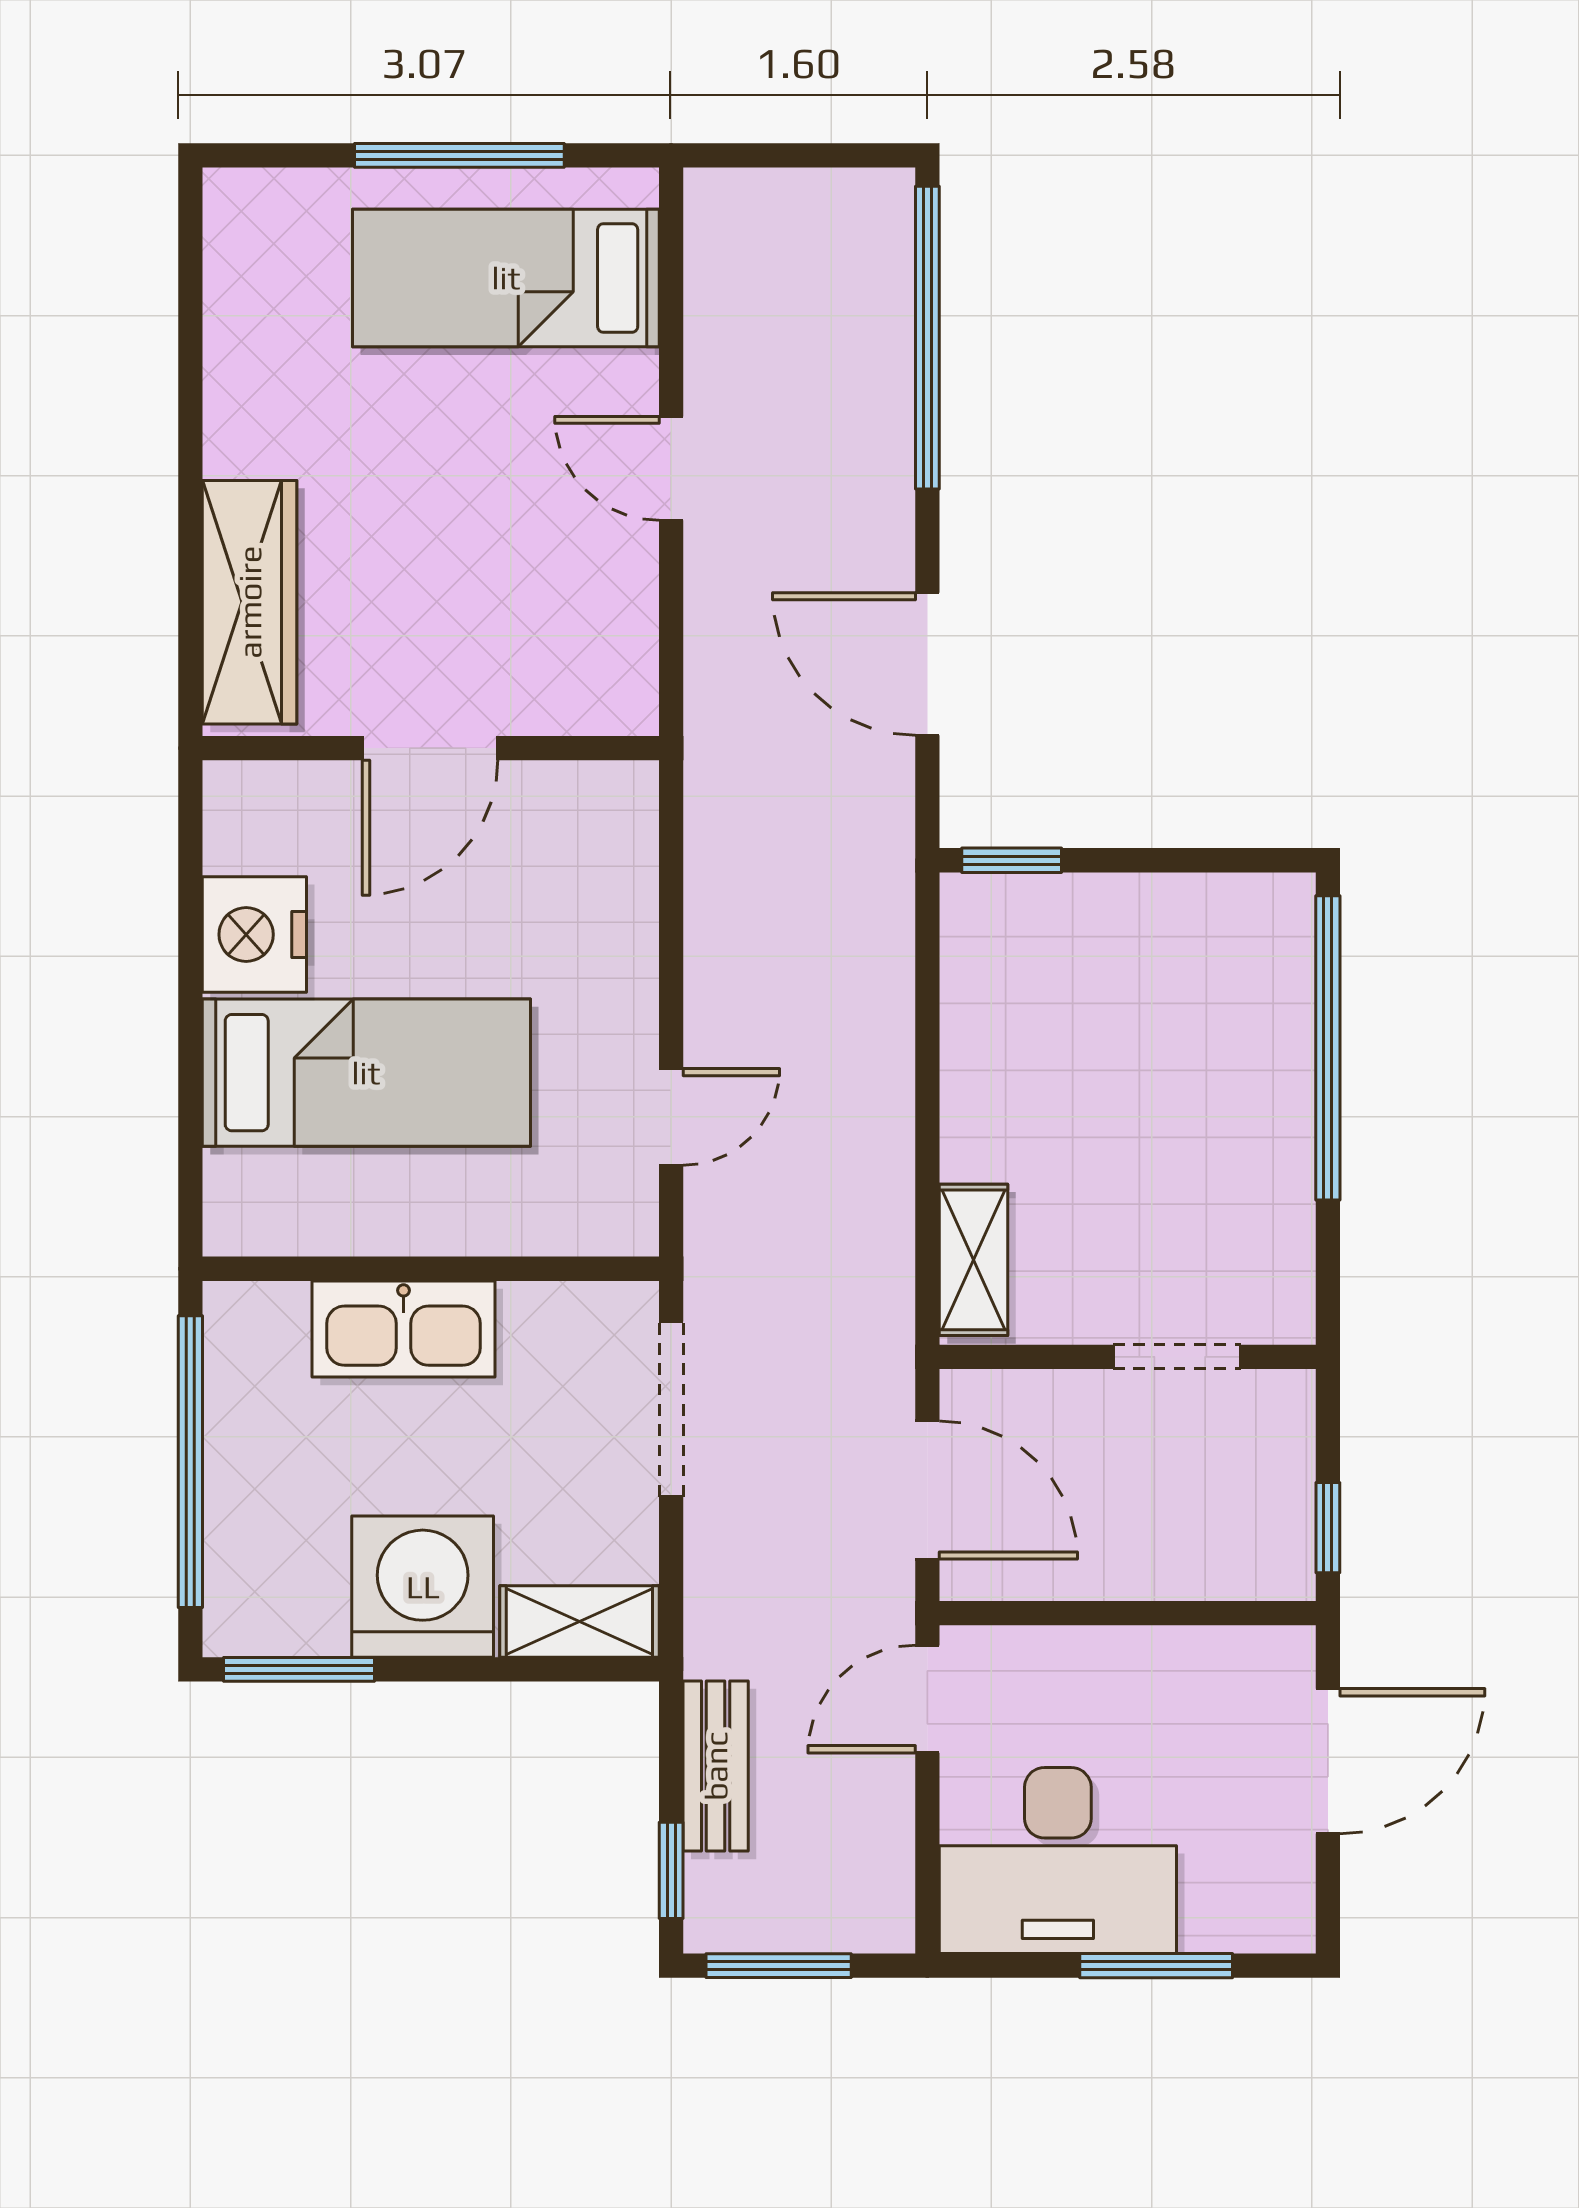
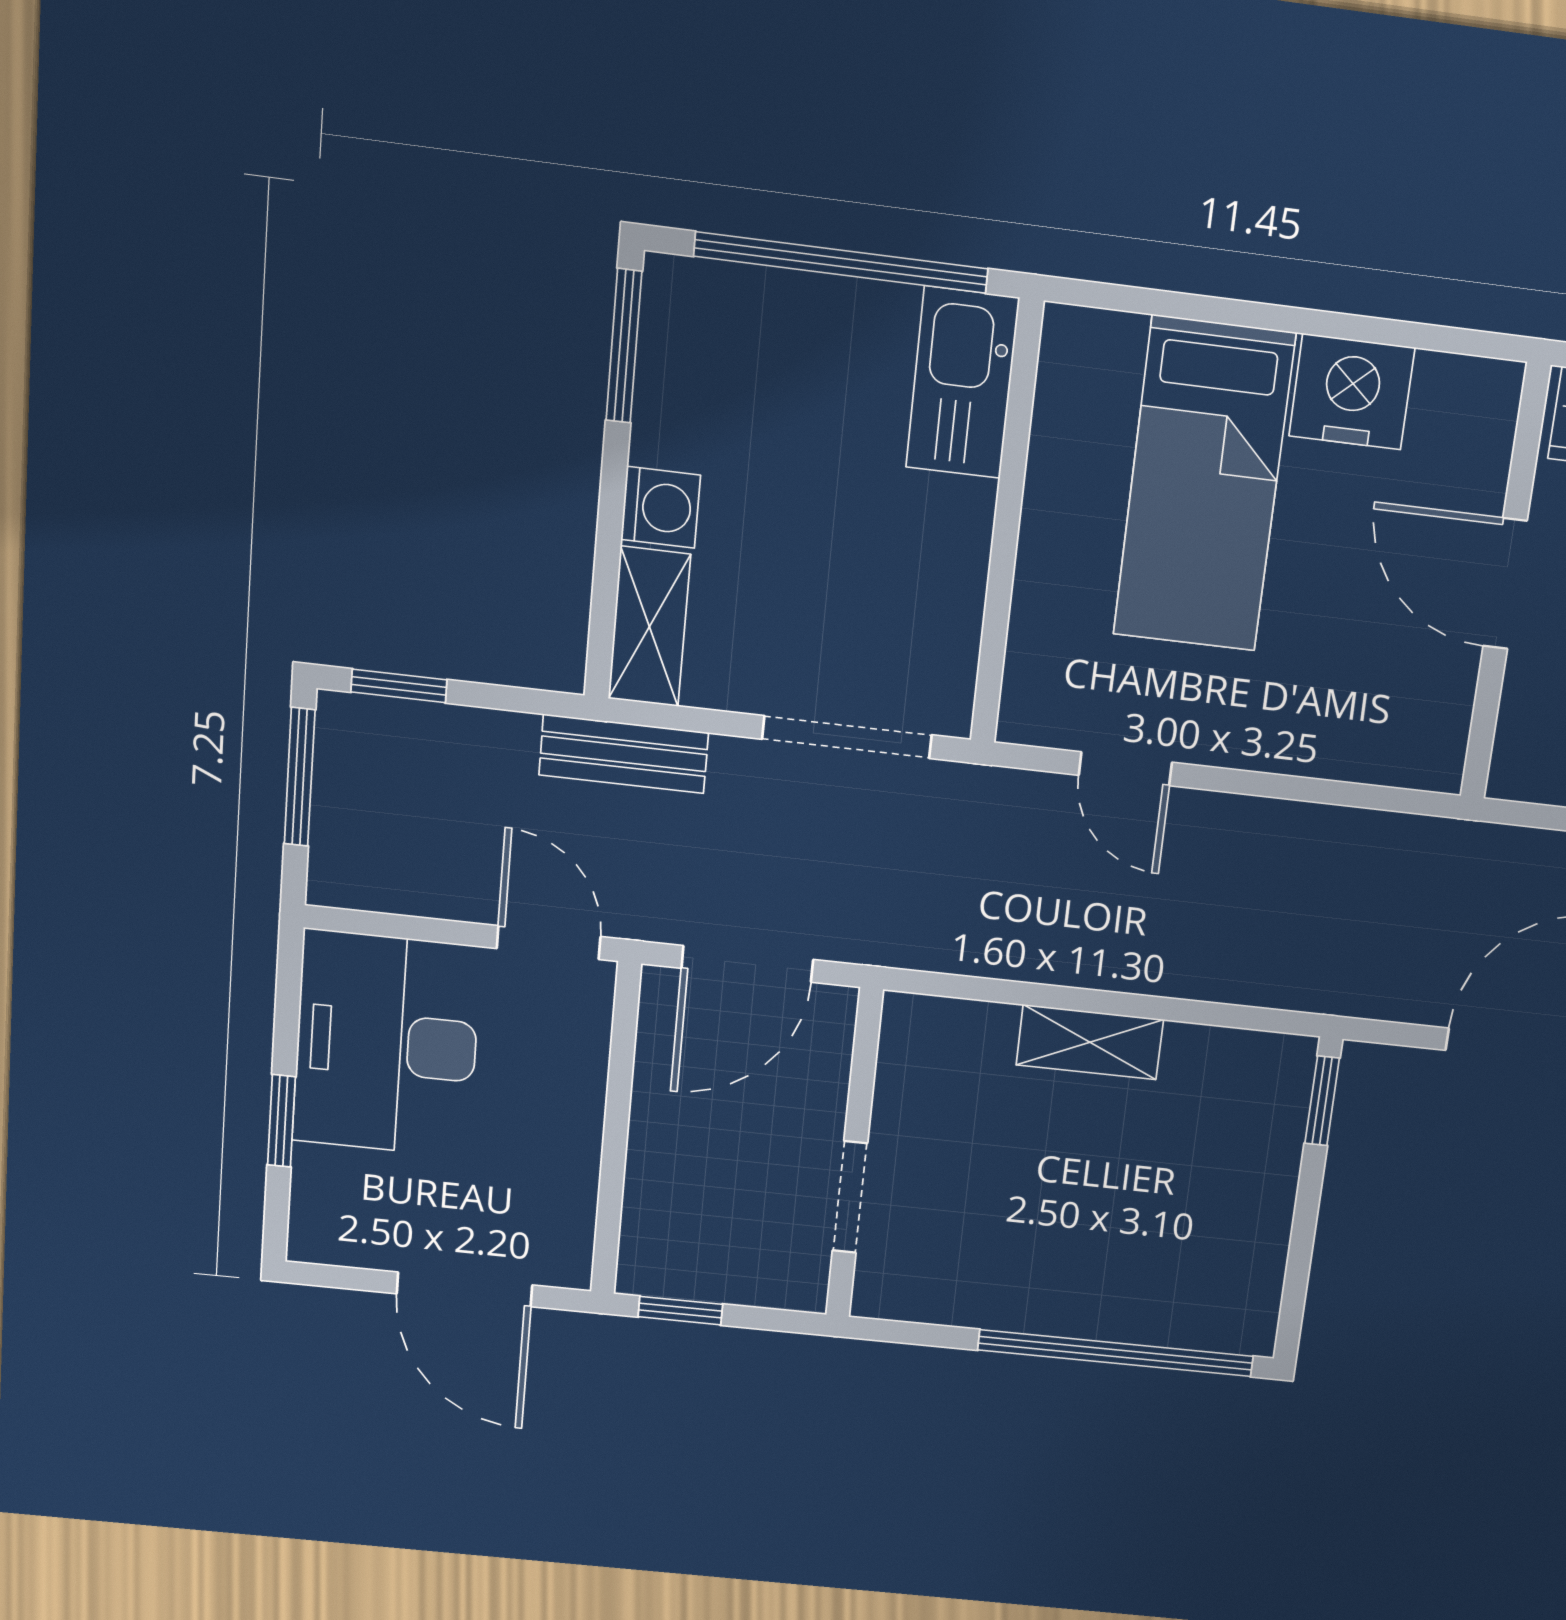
shelving: (973, 1260) -> (1090, 1042), moved
kitchen sink: (404, 1329) -> (962, 383), moved
washing machine: (423, 1587) -> (661, 507), width x0.53, depth x0.53
bench: (716, 1766) -> (624, 754), moved
window: (1156, 1966) -> (281, 1121), width x0.67

